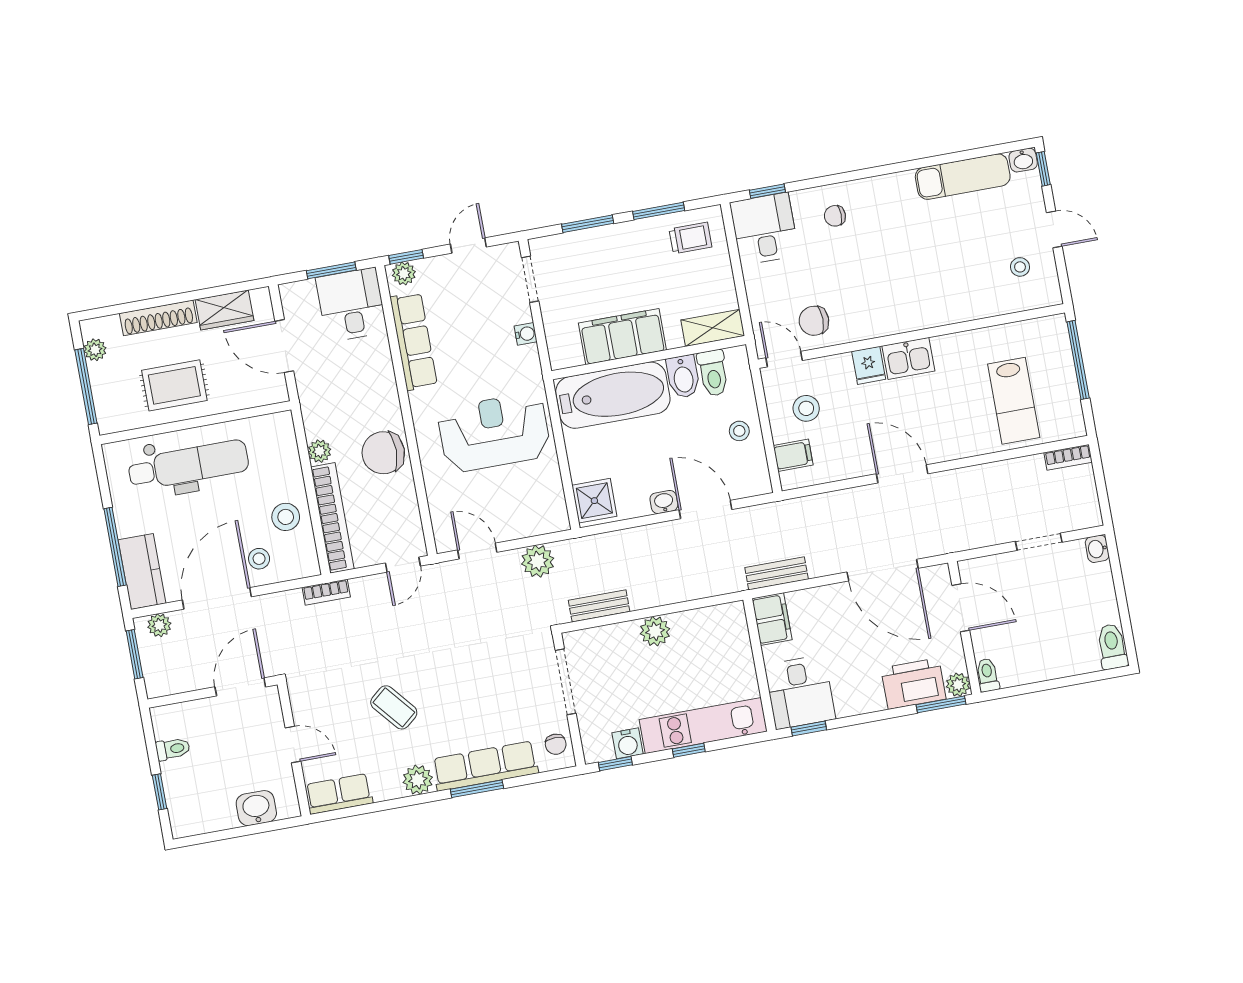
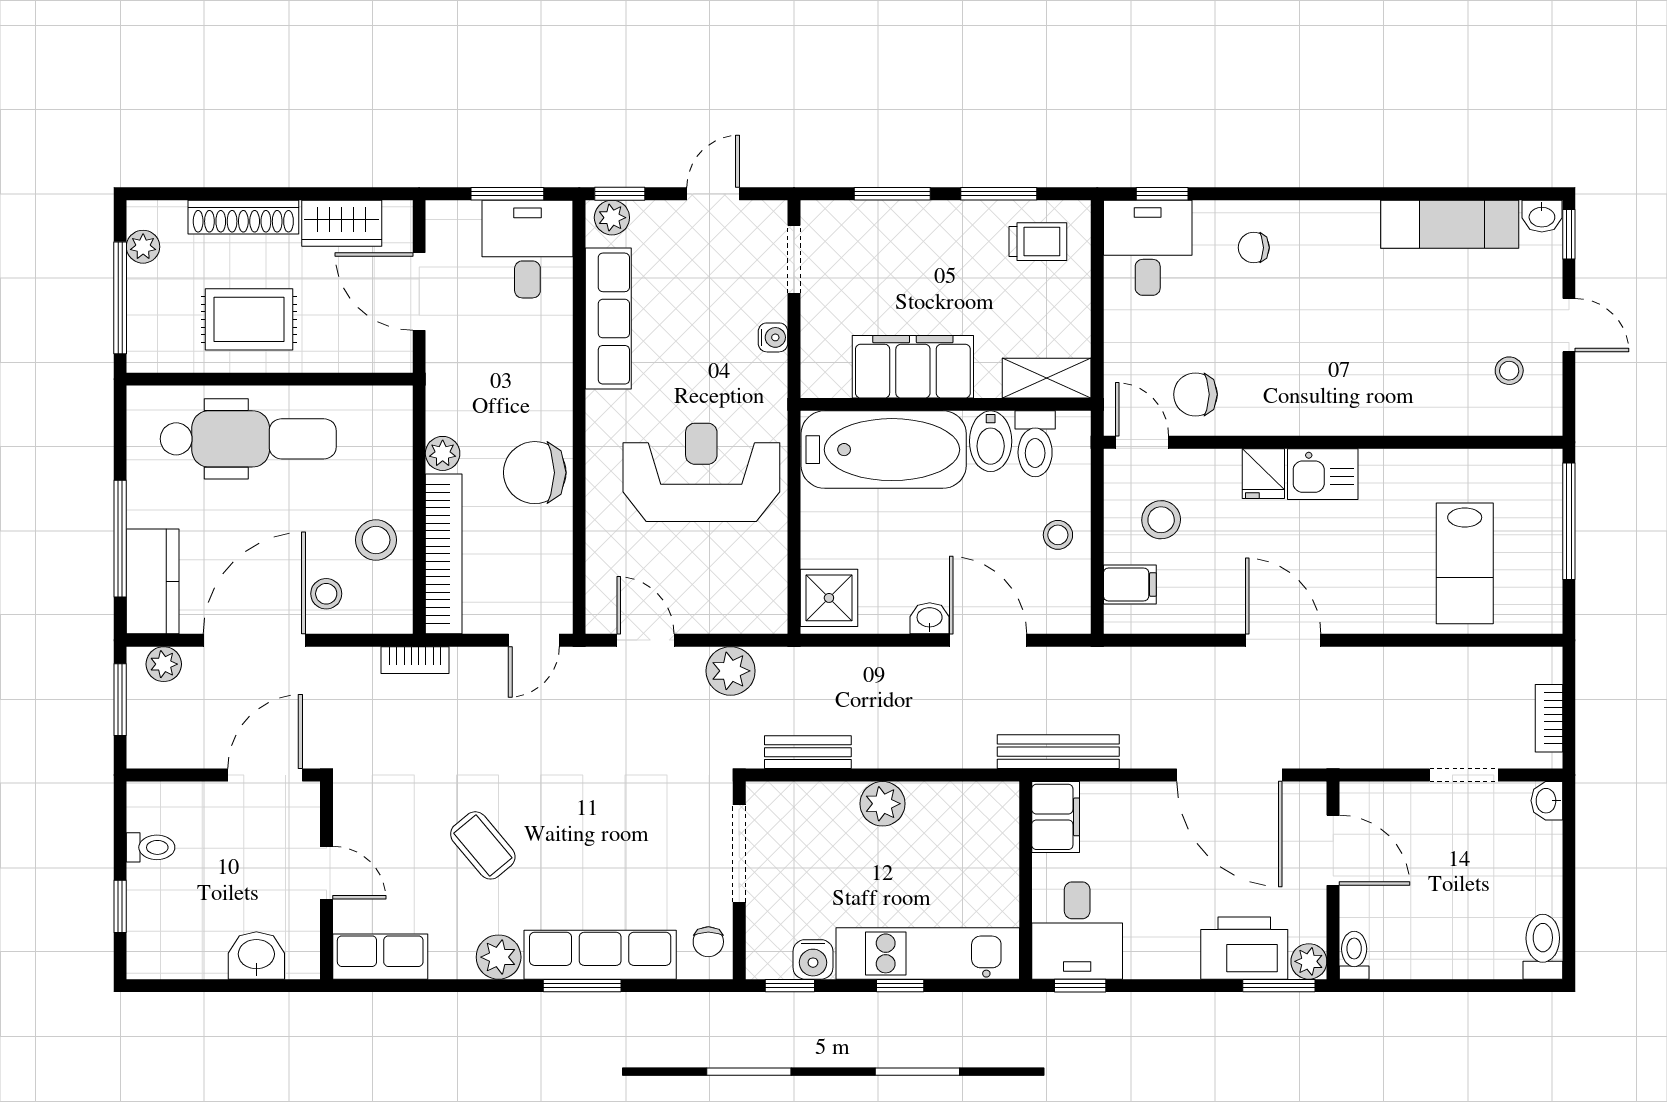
bookcase: (1068, 457) -> (1549, 718), moved, turned 90
bench: (777, 573) -> (1058, 752), width x1.36

